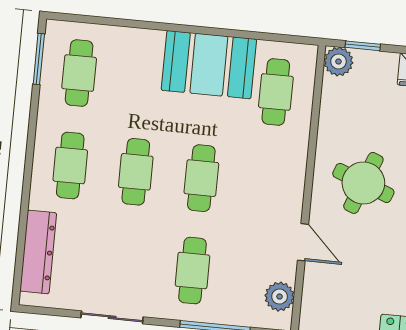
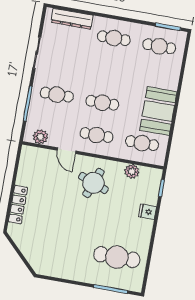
plant: (338, 62) -> (132, 171), moved
cafe table: (136, 172) -> (97, 135), moved
door: (303, 242) -> (66, 151), hinge flipped

